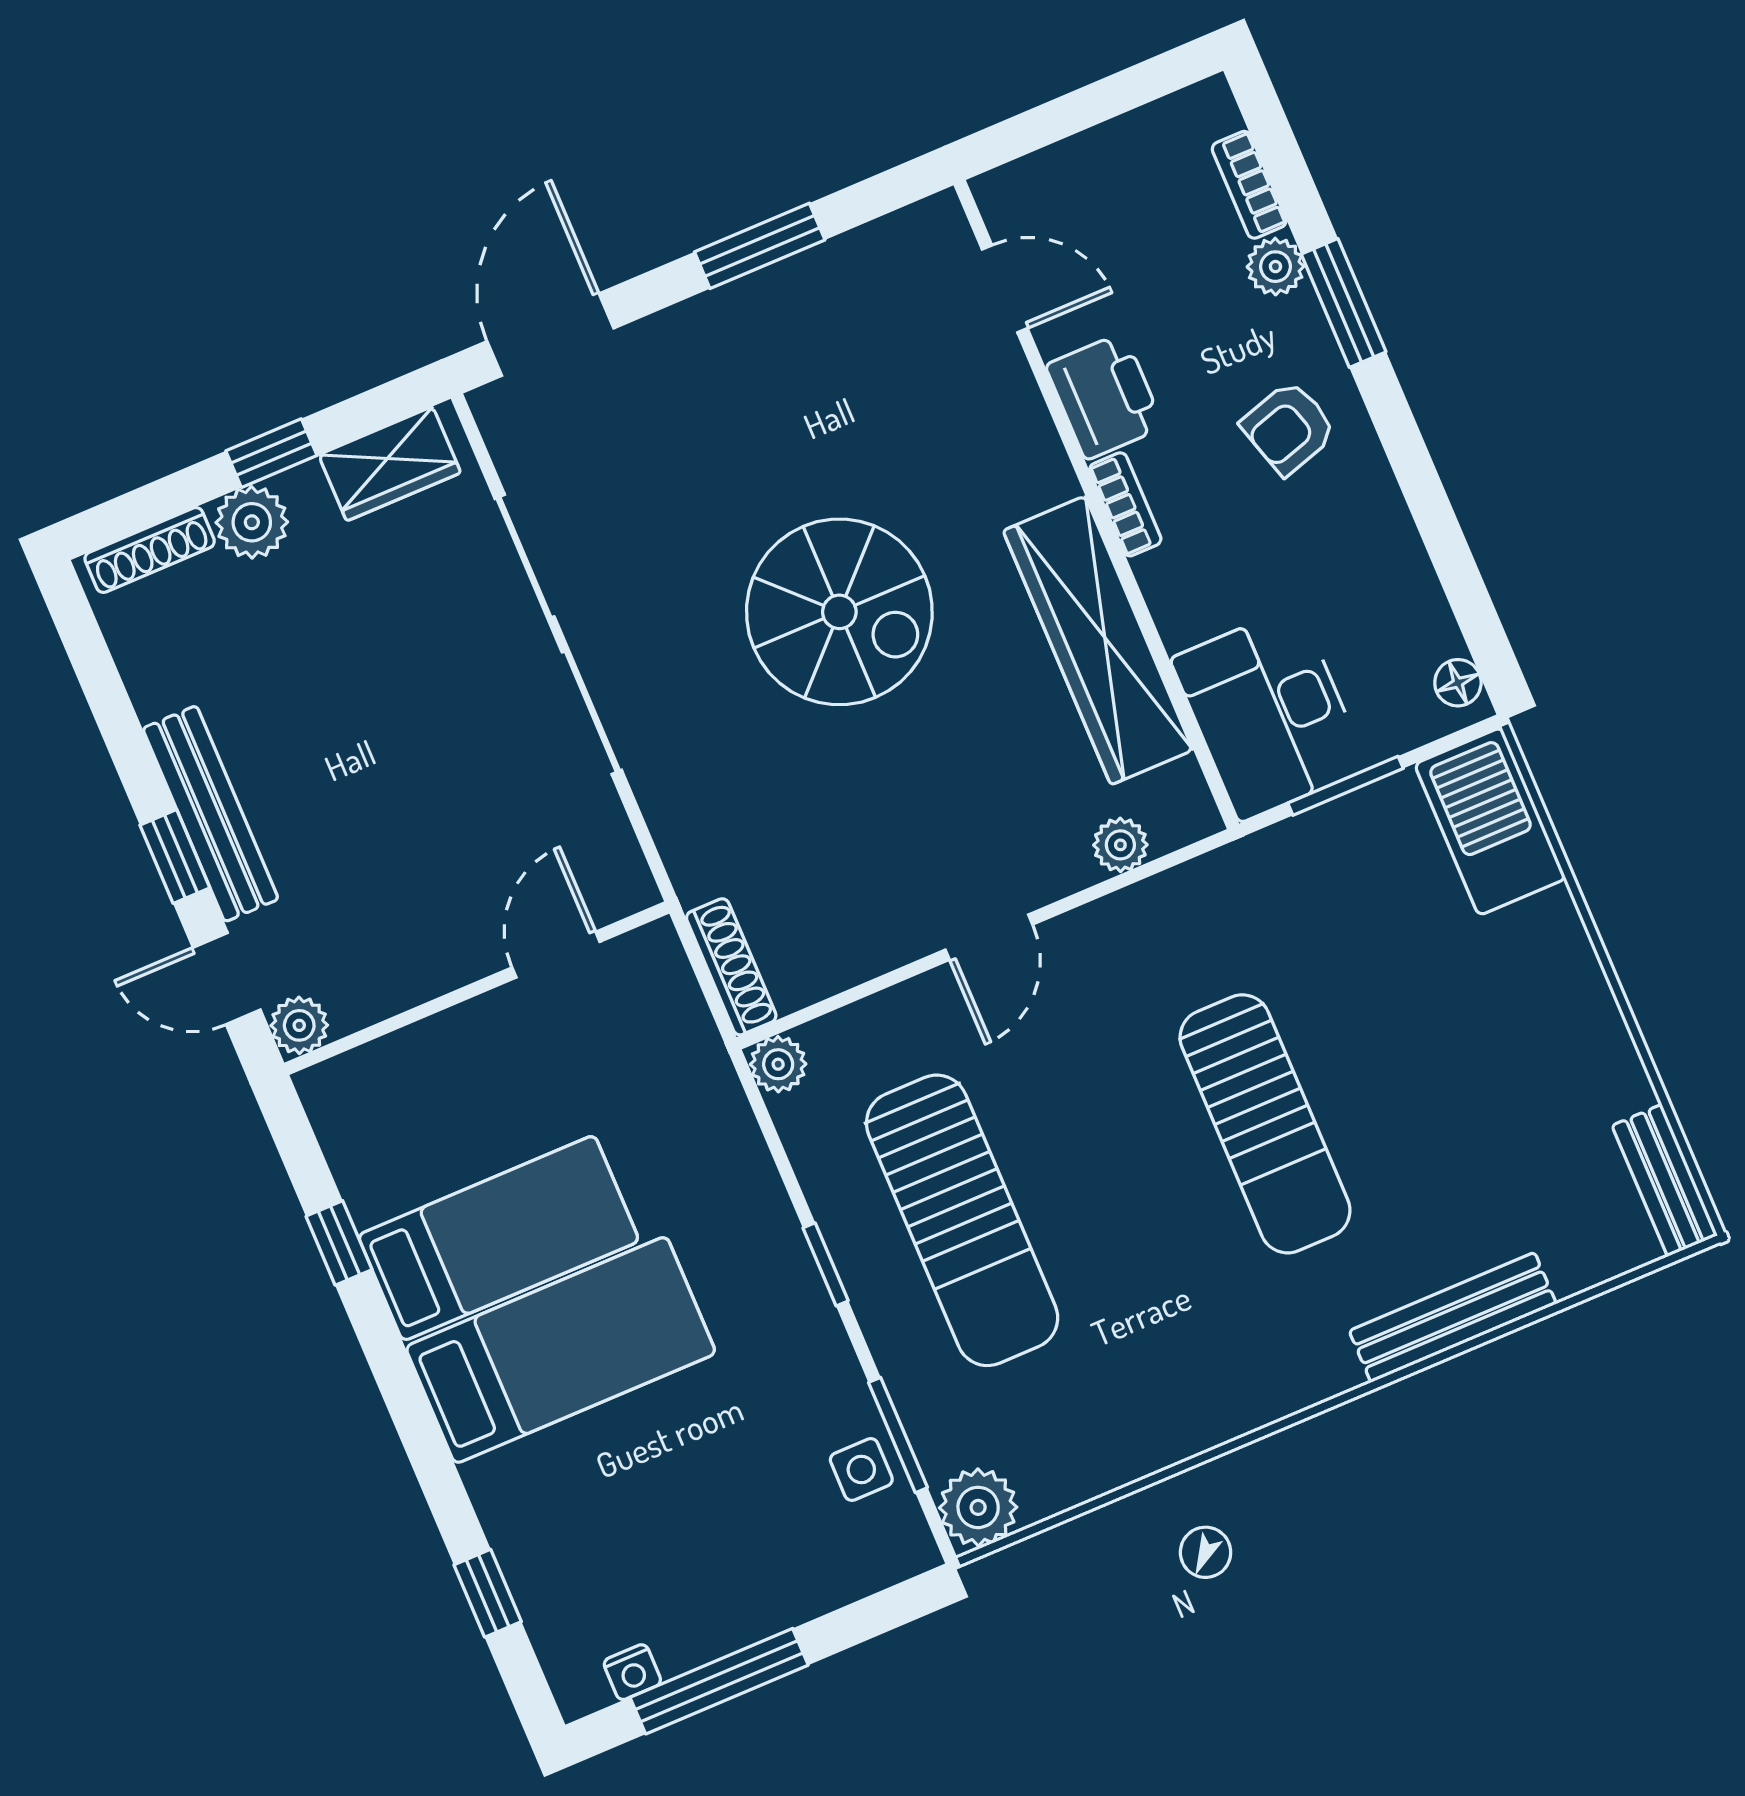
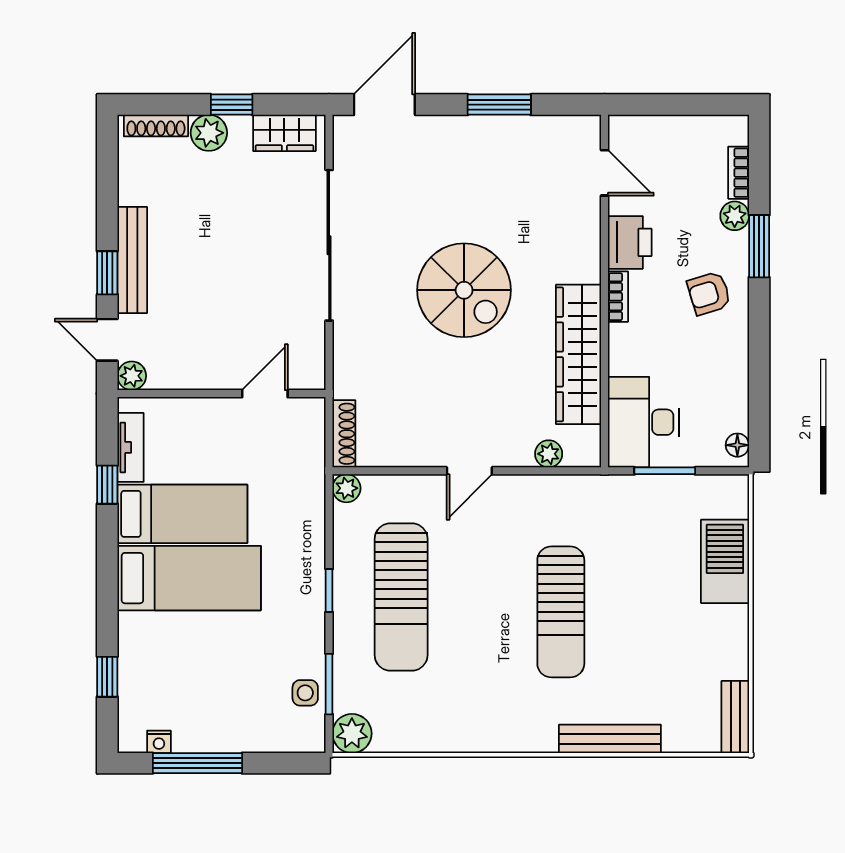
barbecue: (1490, 821) -> (725, 561), moved
tv unit: (353, 1157) -> (130, 447), added

